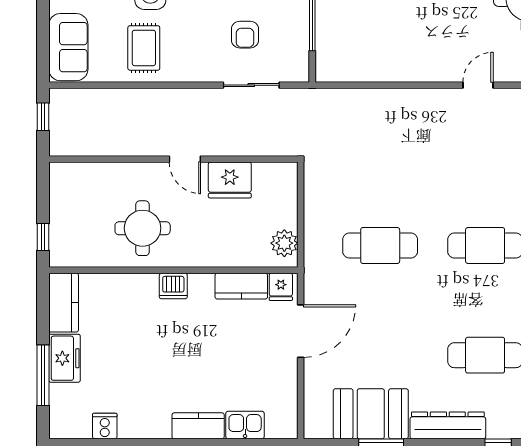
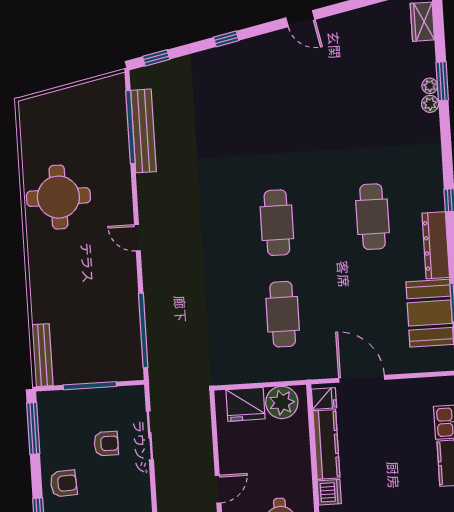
window: (372, 85) -> (143, 330), added
fridge: (230, 180) -> (245, 404), moved, turned 90
plant: (284, 243) -> (282, 402), width x1.36, depth x1.36
kitchen counter: (241, 286) -> (326, 444), width x1.50

